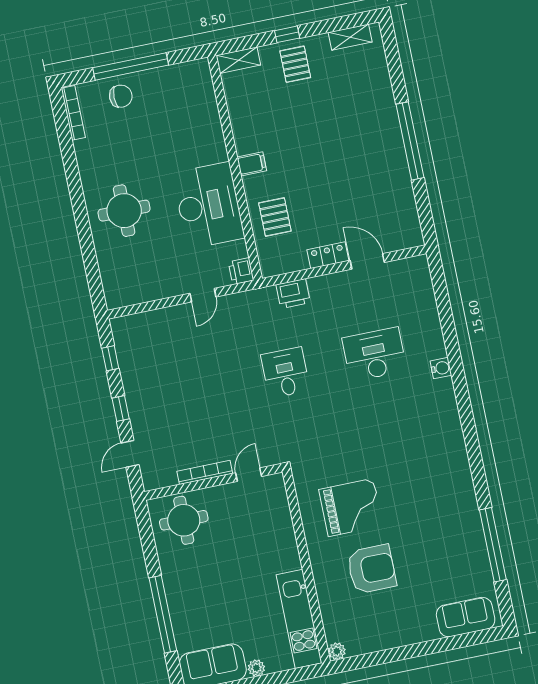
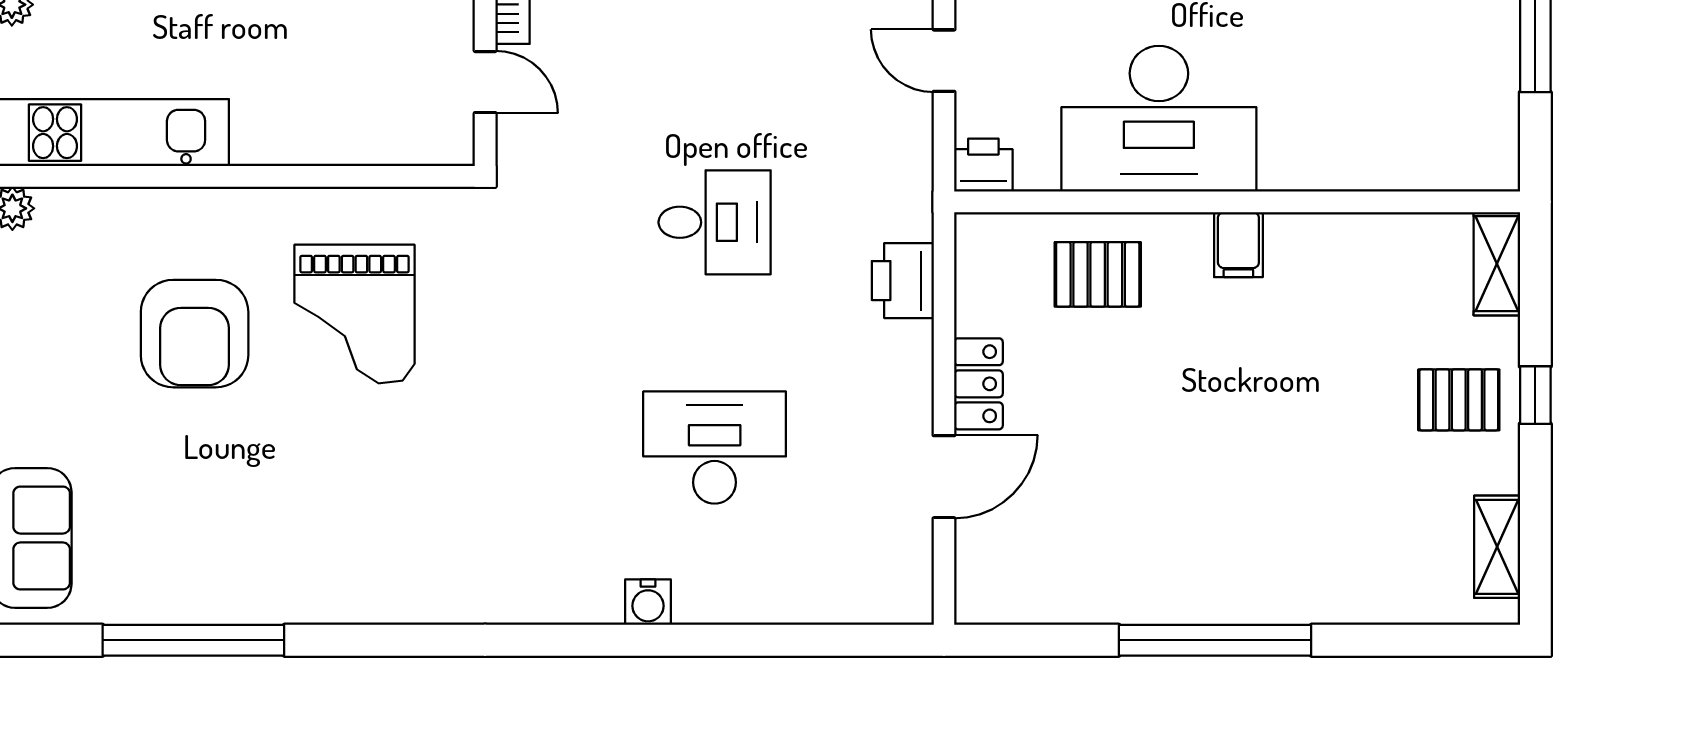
desk: (374, 354) -> (715, 448), turned -90

